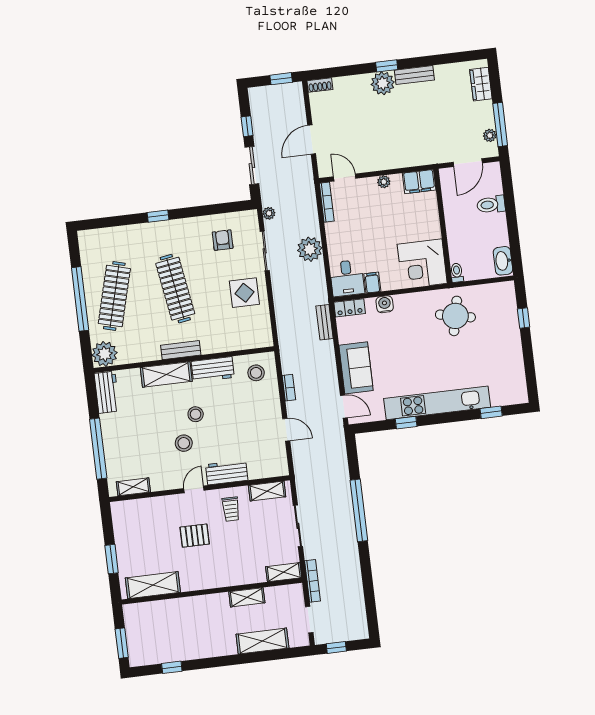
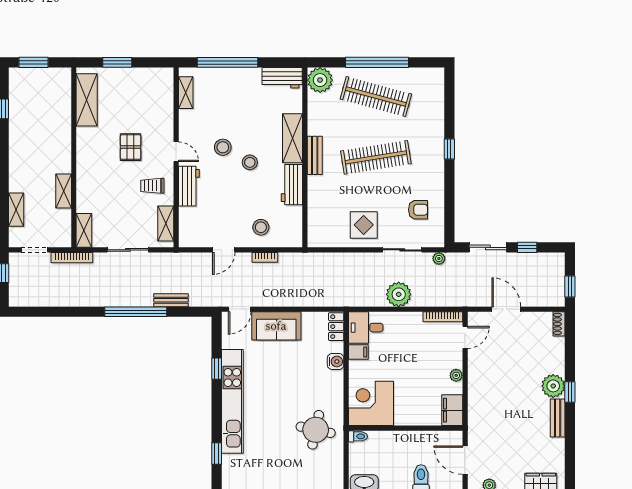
bench: (325, 322) -> (171, 300), moved
stool: (256, 373) -> (261, 227), moved
shelving: (262, 641) -> (16, 210), width x0.67, depth x0.75

